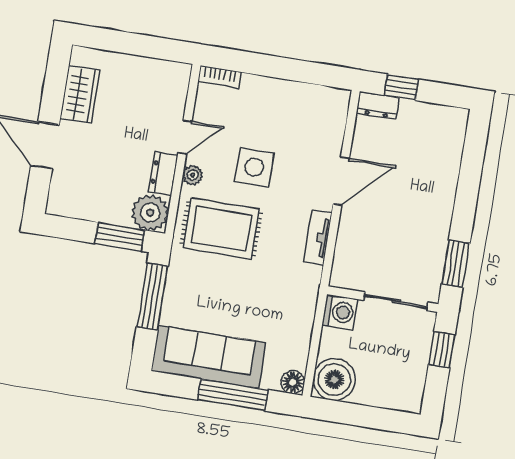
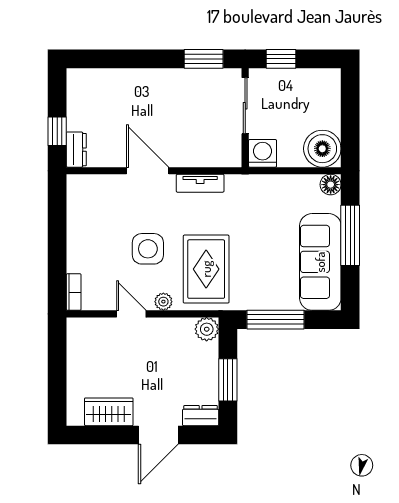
dresser: (163, 174) -> (201, 416), moved, turned 180
plant: (150, 213) -> (207, 329), width x0.73, depth x0.73
window: (120, 237) -> (228, 380), moved

